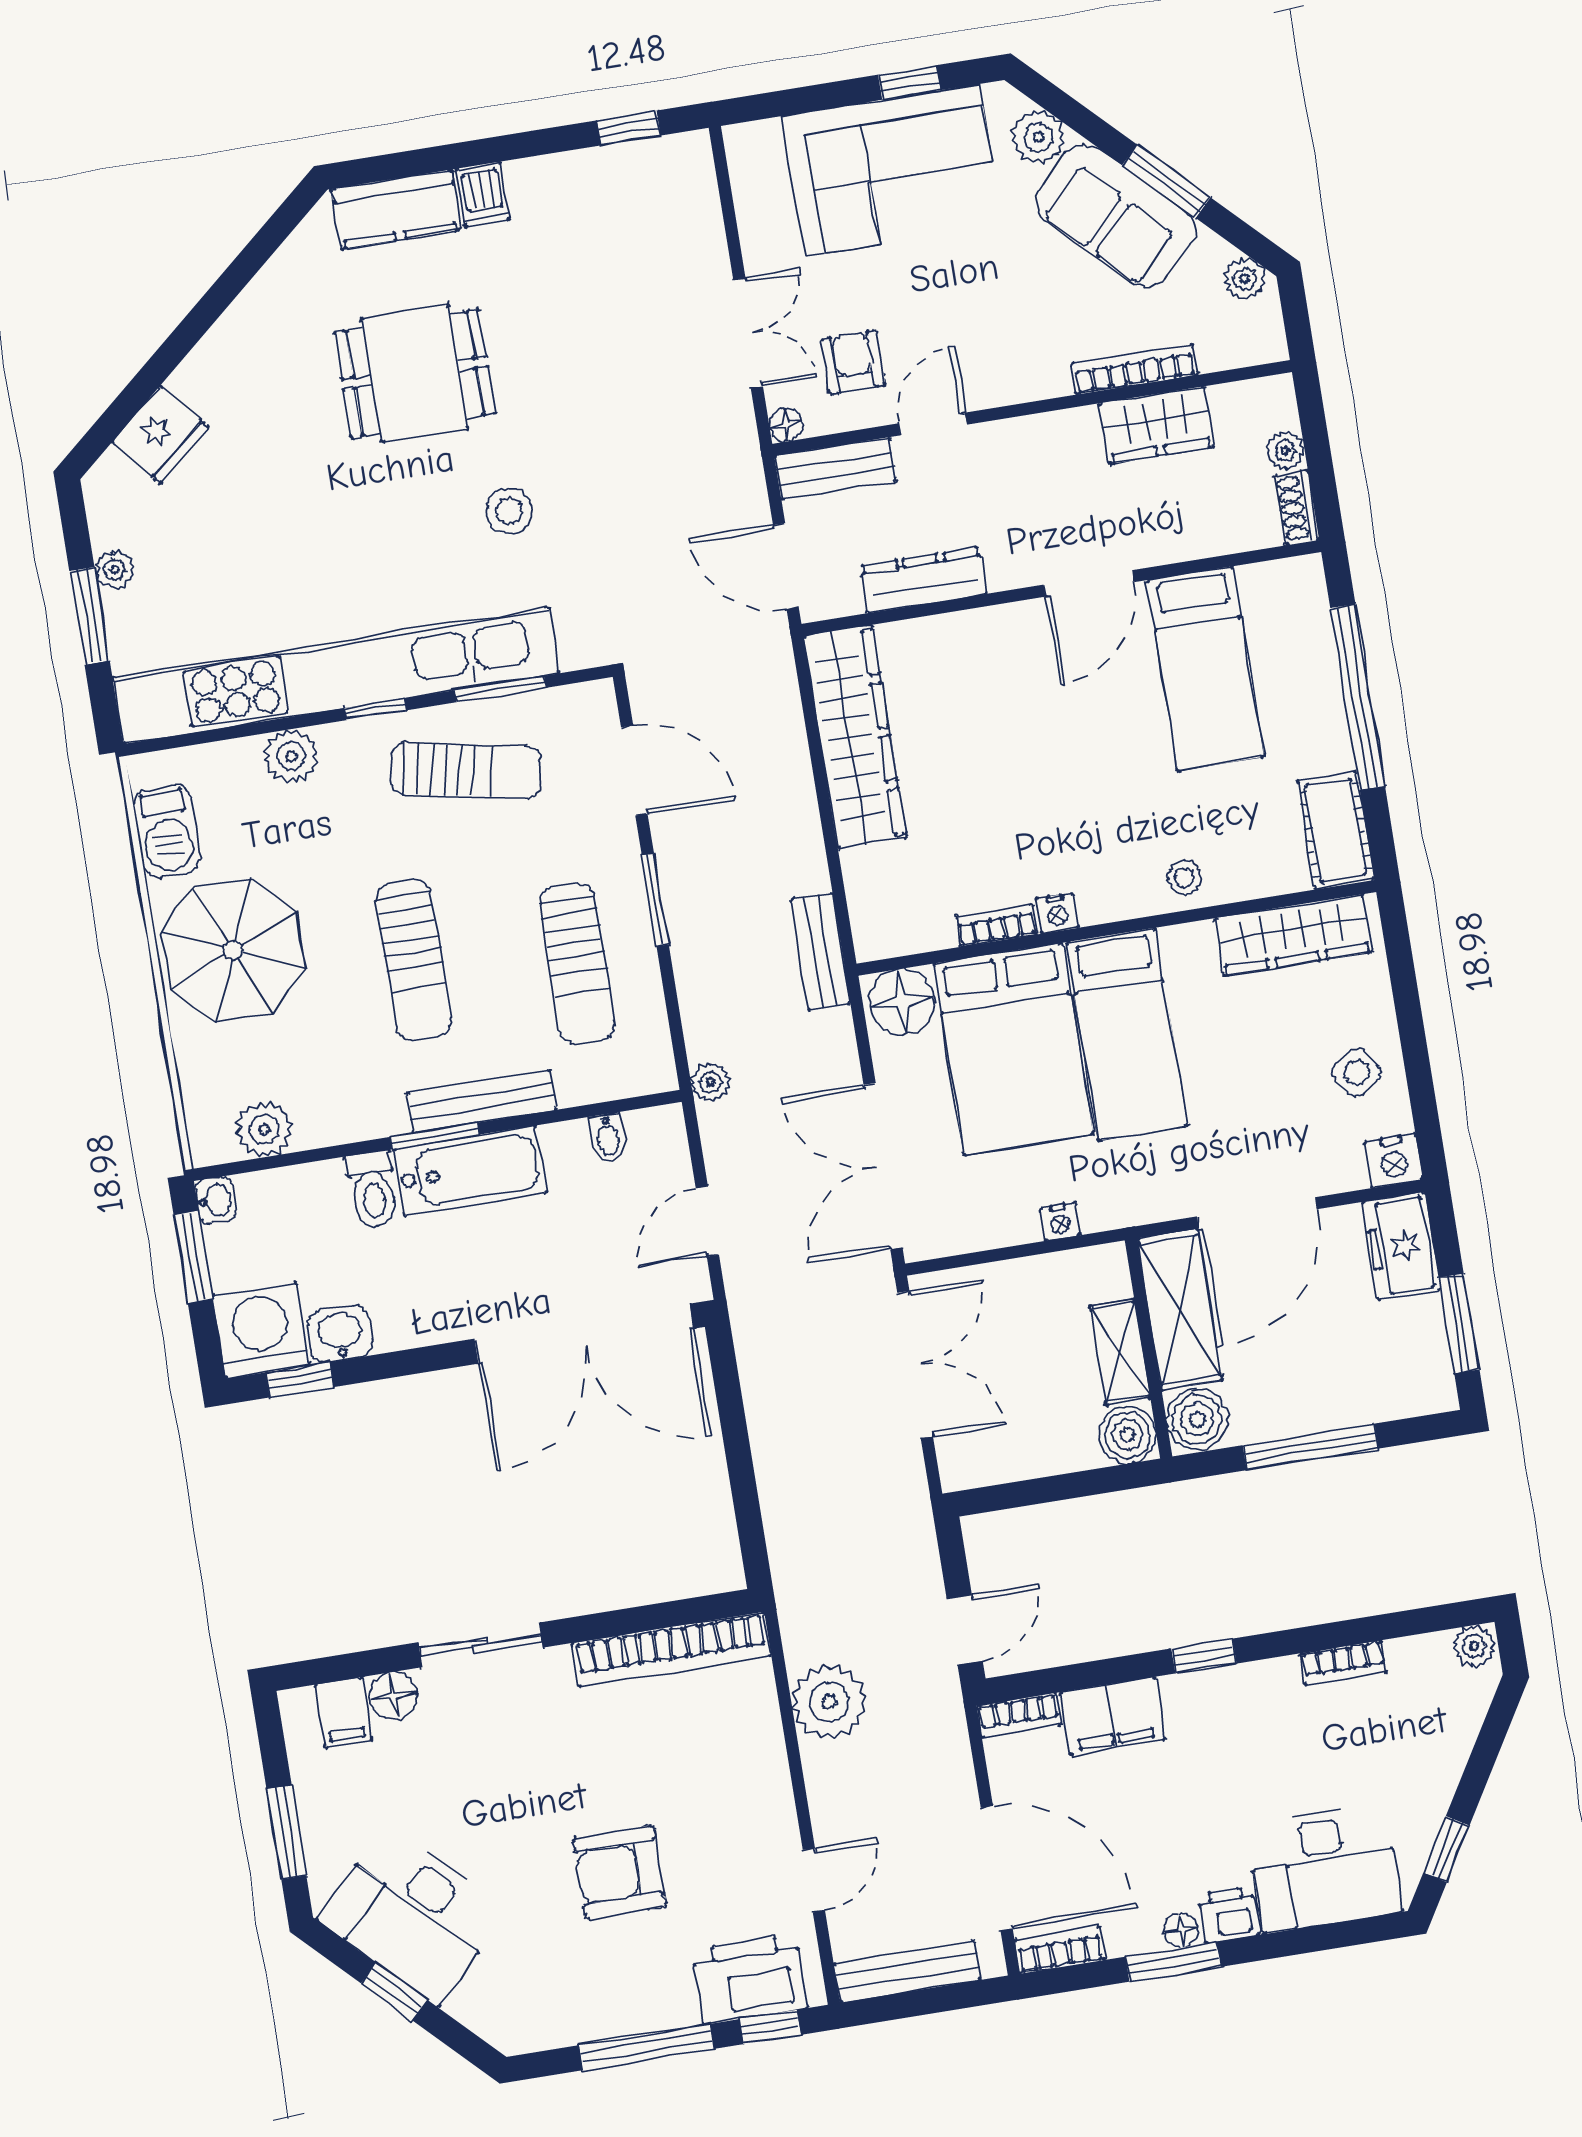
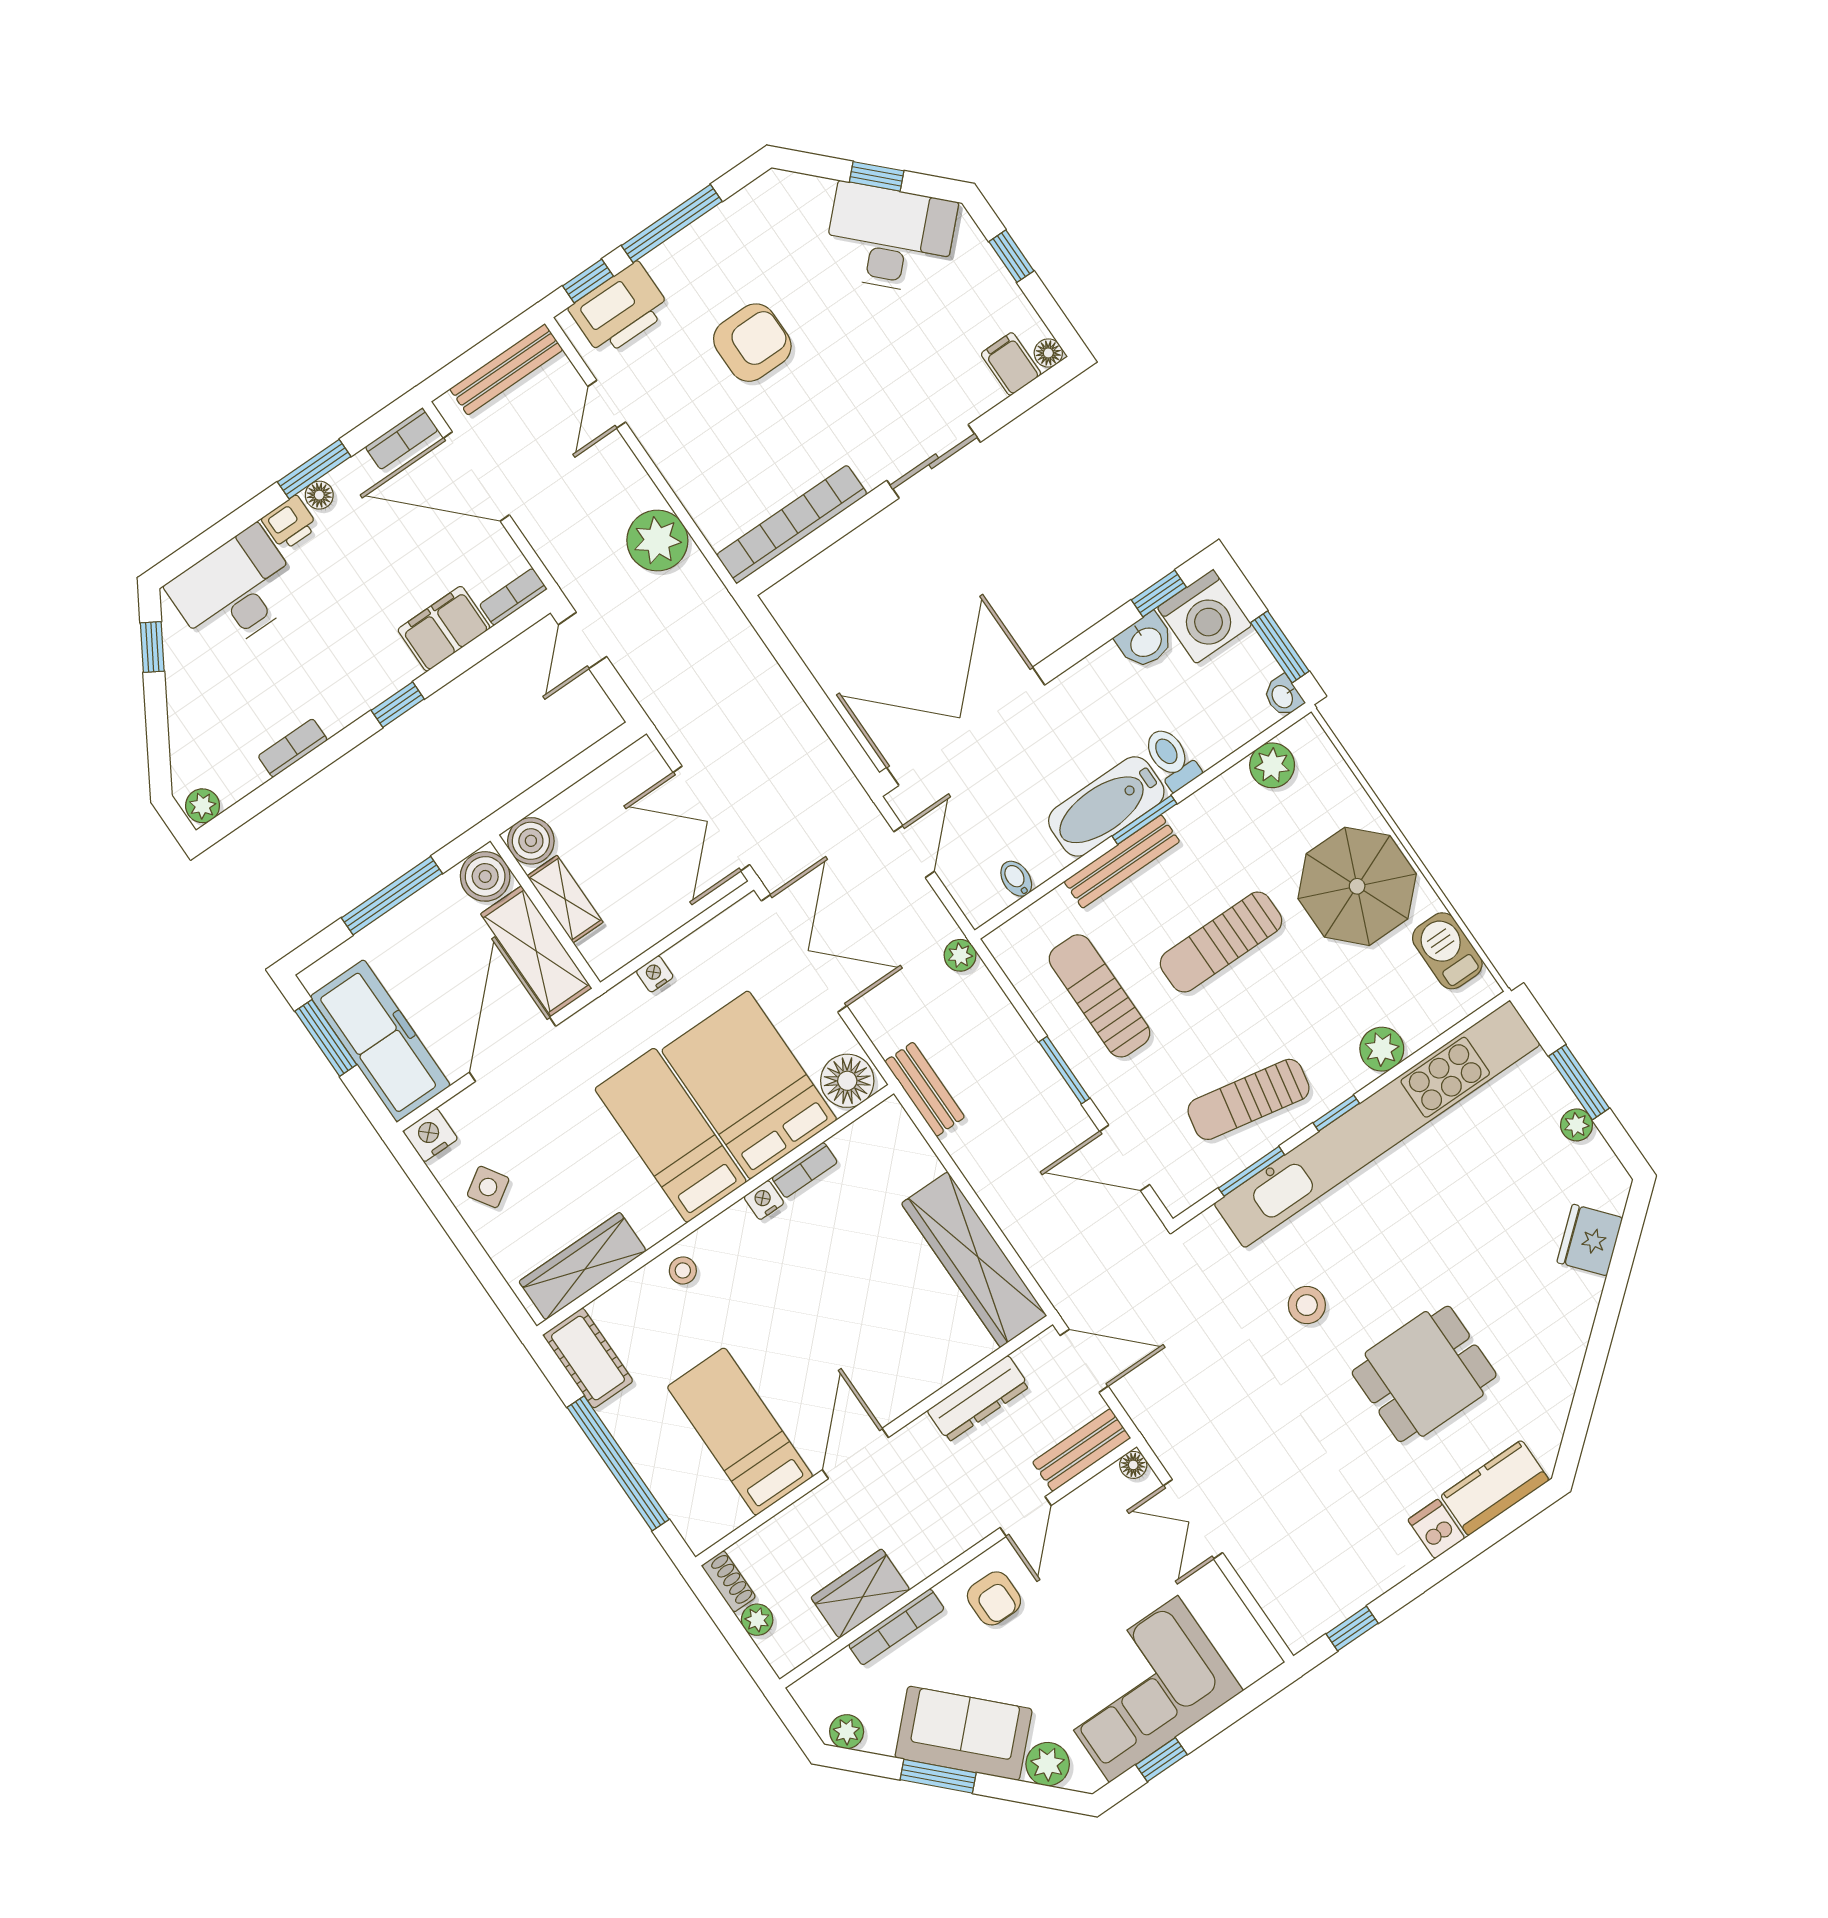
armchair: (853, 362) -> (994, 1598), moved
sun lounger: (414, 960) -> (1221, 942), turned -90
freezer: (1401, 1246) -> (380, 1041), width x1.91, depth x1.26
floor lamp: (393, 1696) -> (1048, 353), moved, width x0.73, depth x0.73
window: (286, 1832) -> (1011, 256), width x0.67

